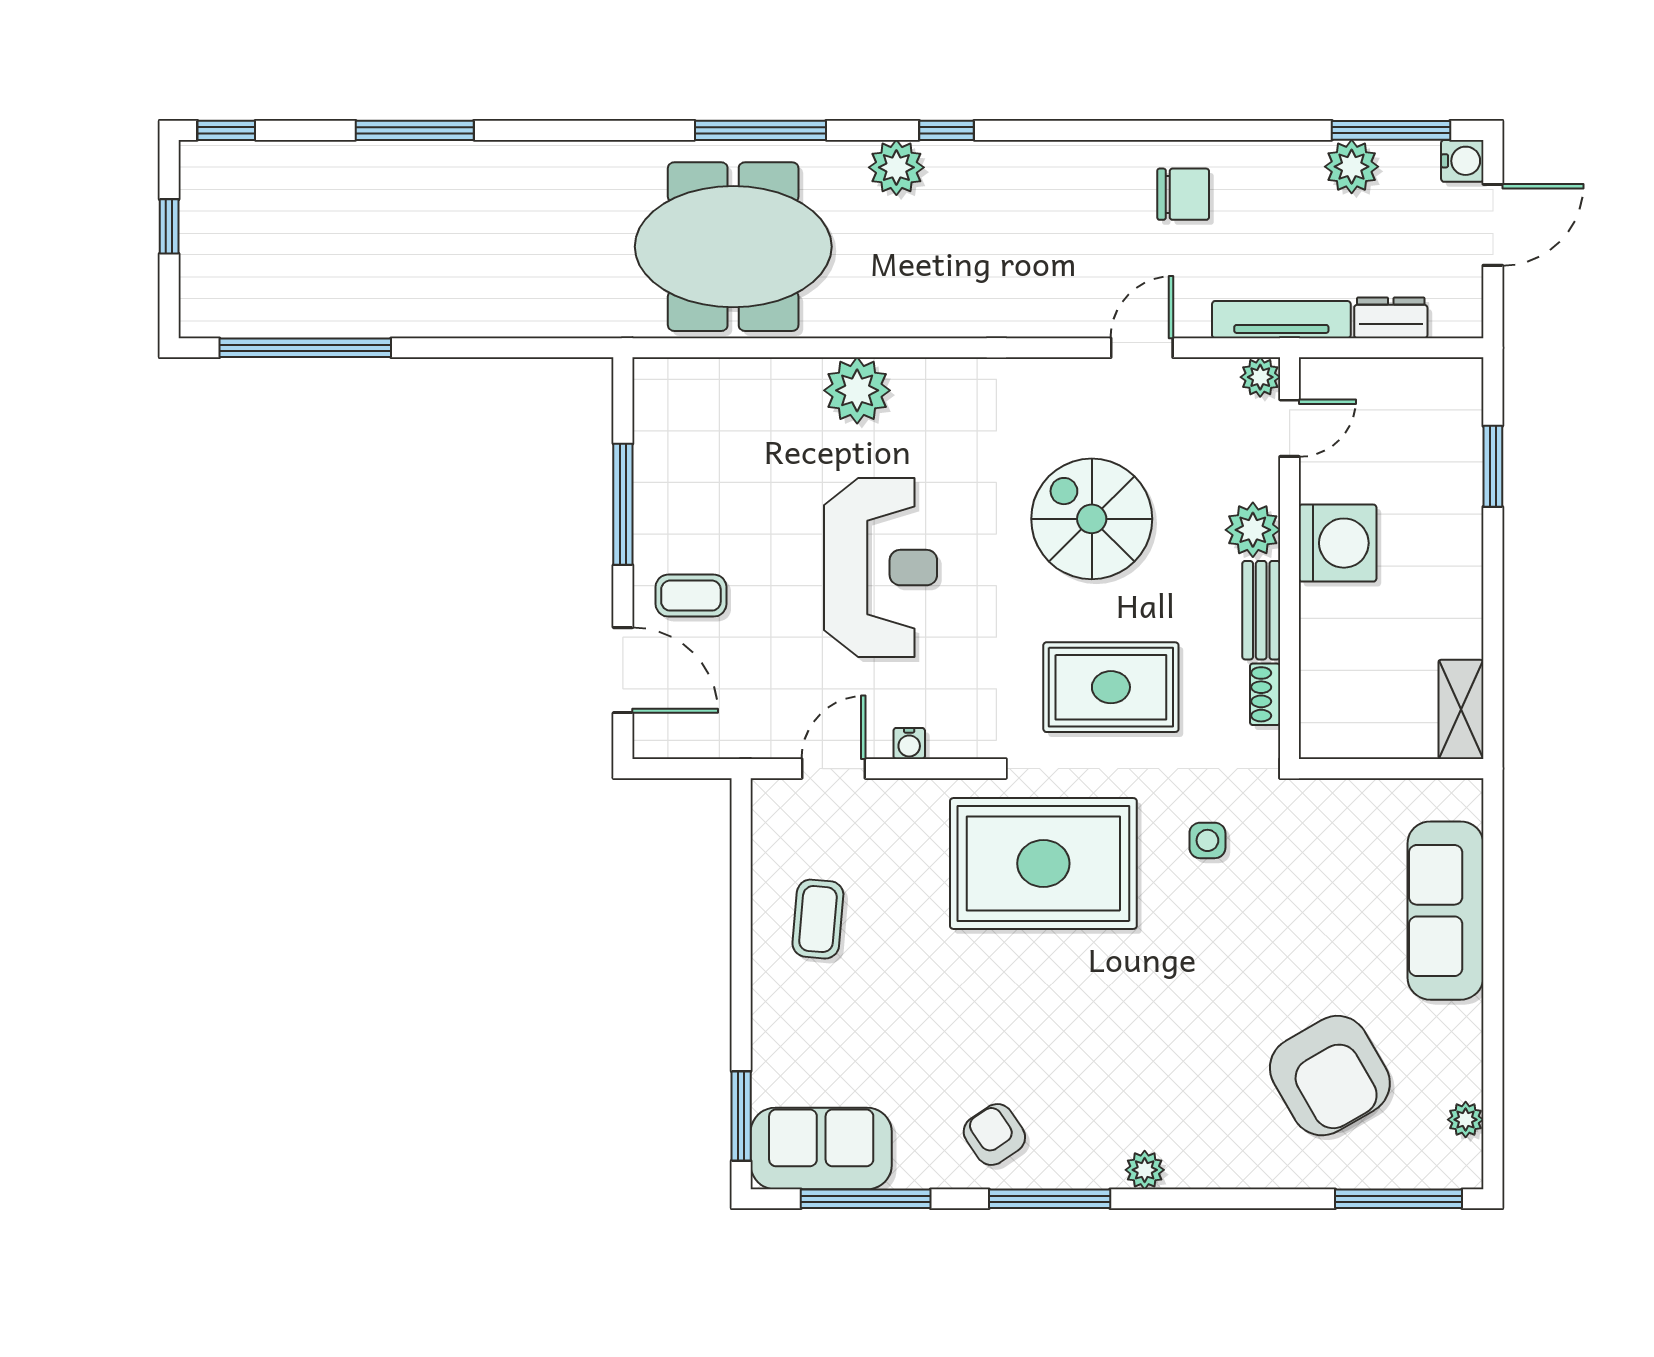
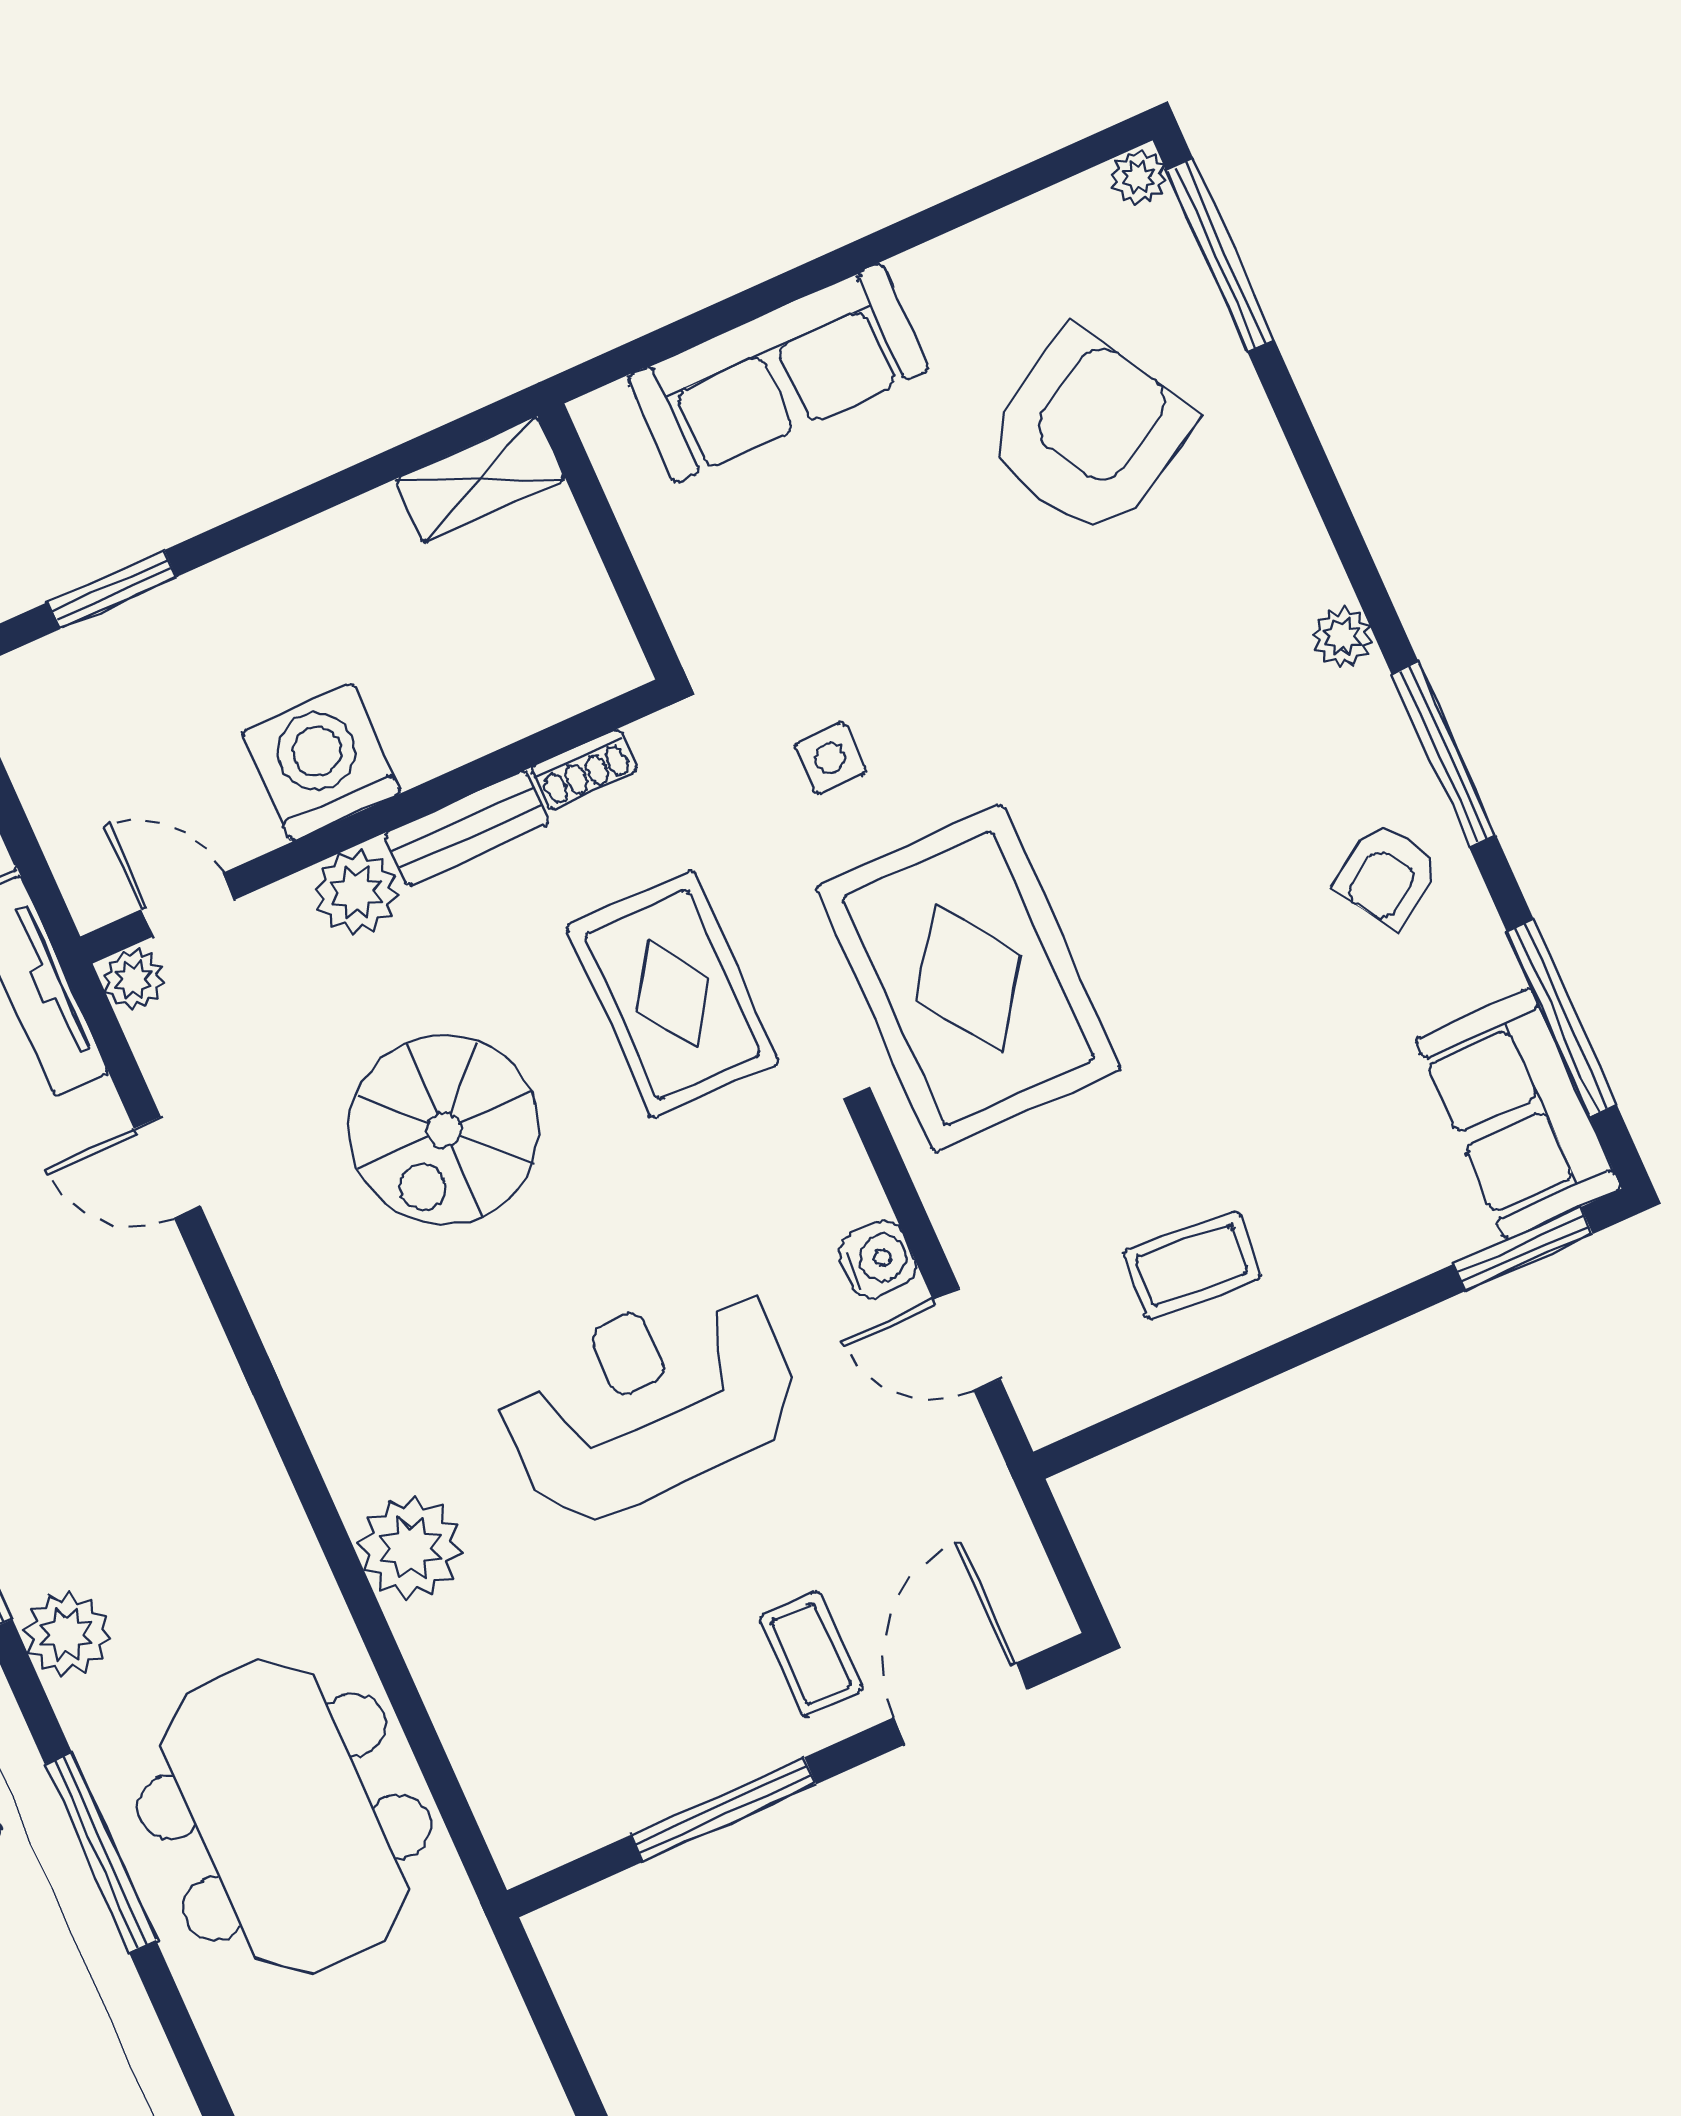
water cooler: (909, 743) -> (878, 1259), width x1.38, depth x1.38
plant: (1466, 1120) -> (1139, 177), moved

